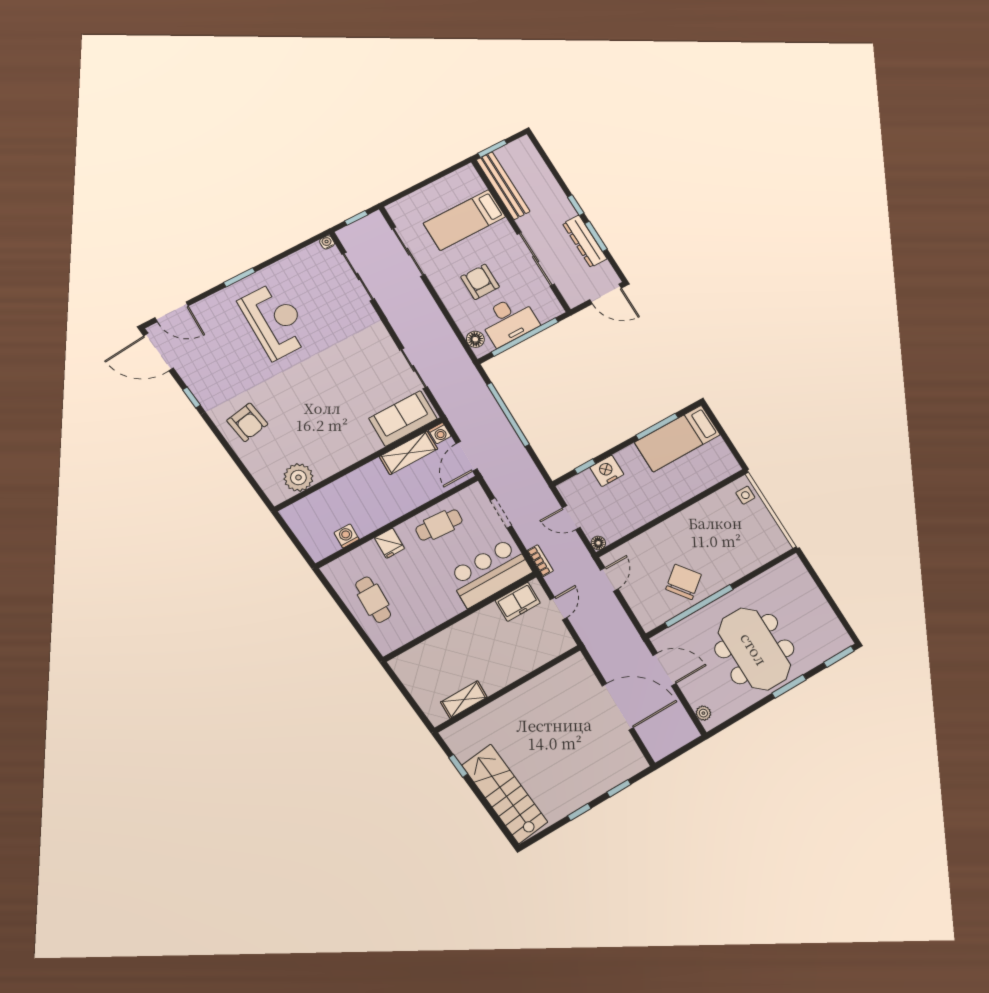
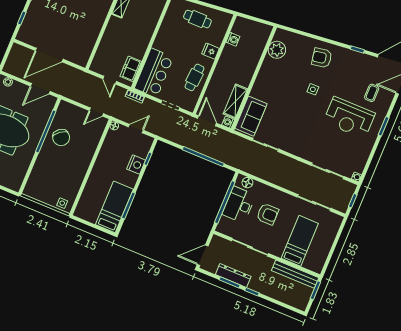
coffee table: (219, 329) -> (372, 93), added
side table: (293, 391) -> (313, 89), added
door: (609, 579) -> (96, 112), hinge flipped

